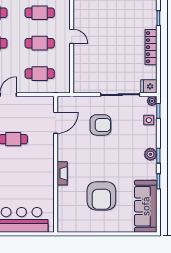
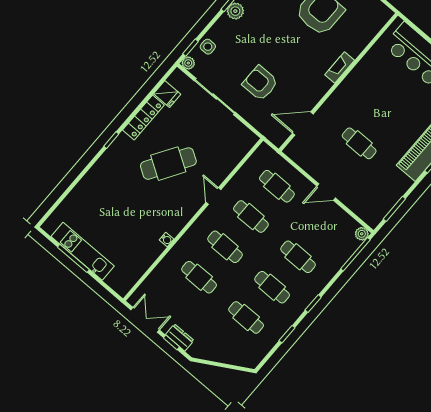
cafe table: (114, 33) -> (168, 164), added
fridge: (149, 86) -> (167, 94), moved

